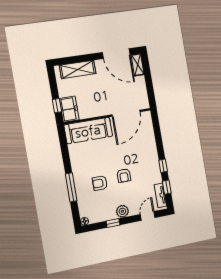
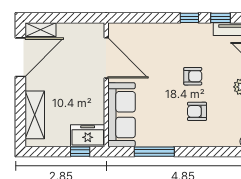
armchair: (100, 183) -> (197, 111), turned 90
window: (71, 187) -> (154, 152), moved

